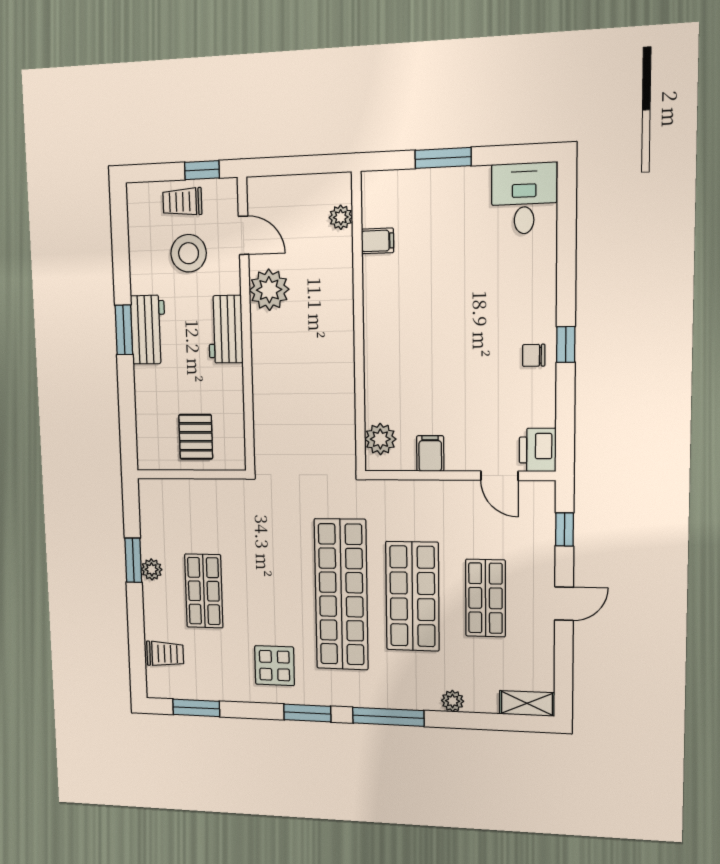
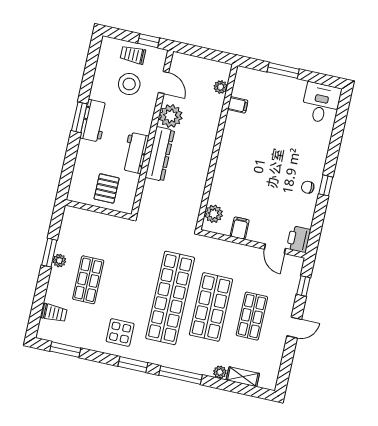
workbench: (225, 329) -> (135, 153), moved
dresser: (267, 359) -> (160, 154), added
shelving: (527, 703) -> (243, 377), moved

